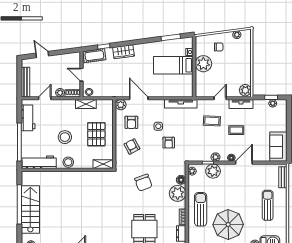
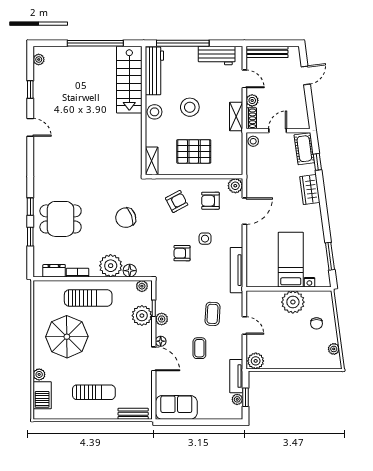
shelving: (86, 104) -> (236, 117), moved
tv unit: (241, 104) -> (236, 376), moved
stairs: (30, 209) -> (129, 80), moved, turned 90

